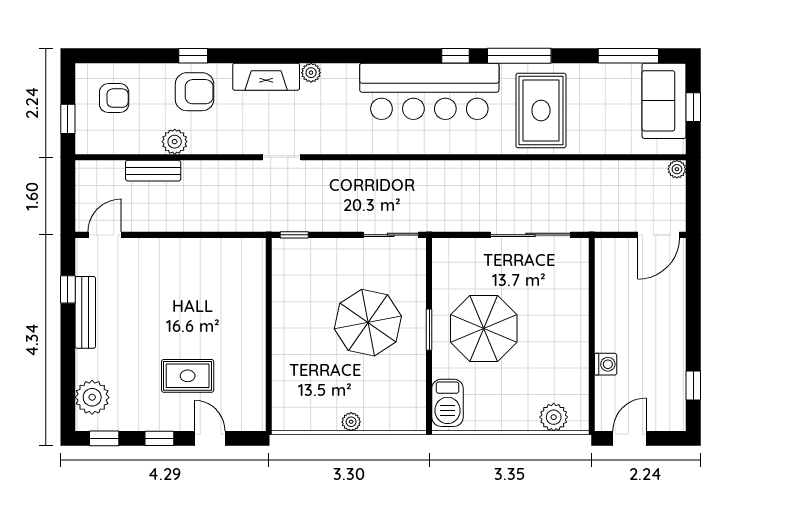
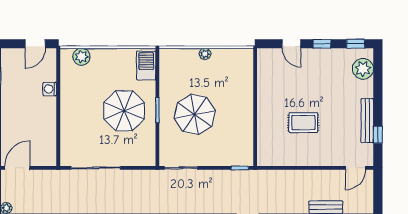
rug: (188, 376) -> (303, 123), moved

